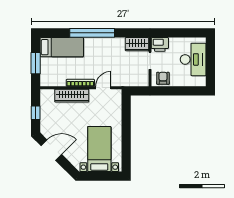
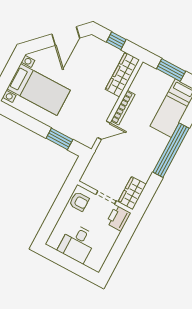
desk: (193, 59) -> (77, 243), width x0.73
door: (103, 88) -> (104, 130), hinge flipped
wardrobe: (72, 96) -> (122, 75), moved
window: (126, 116) -> (59, 139), added

